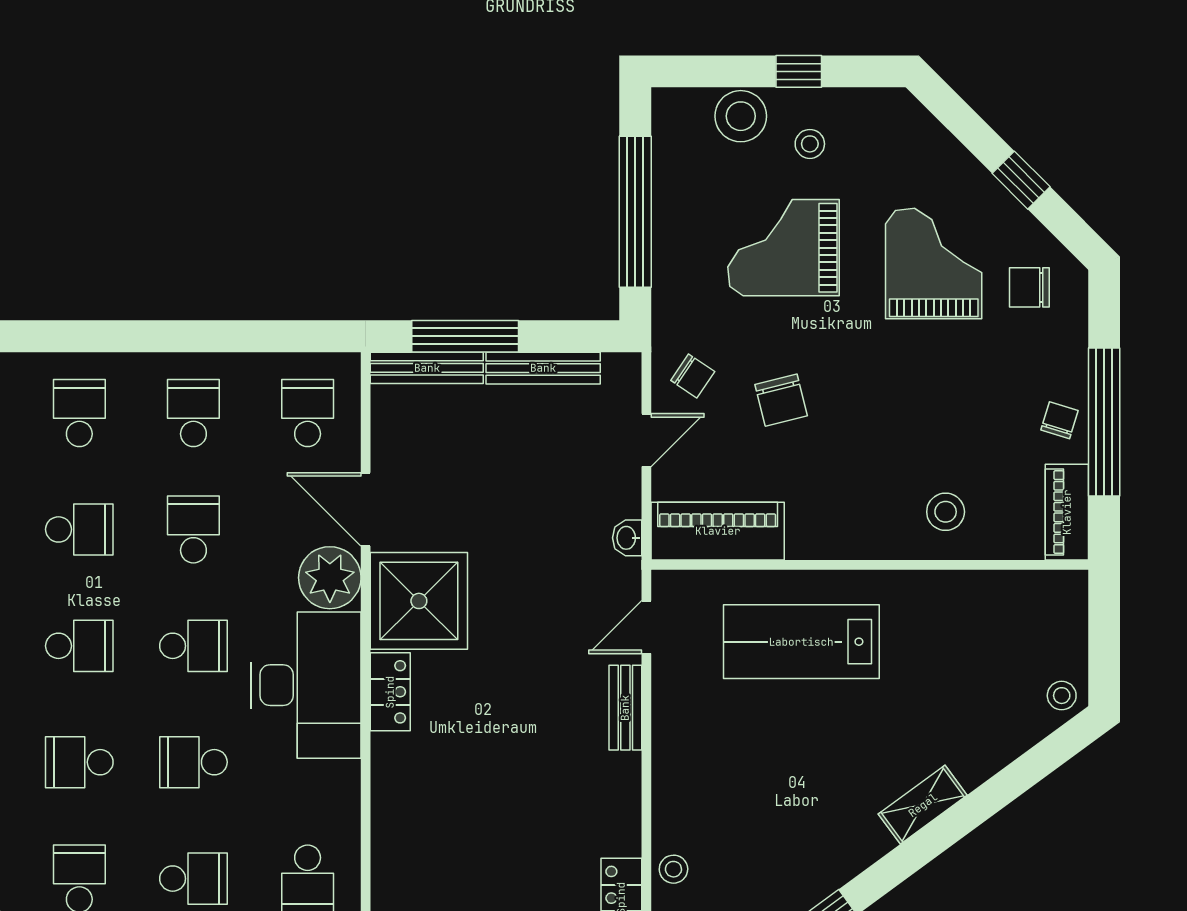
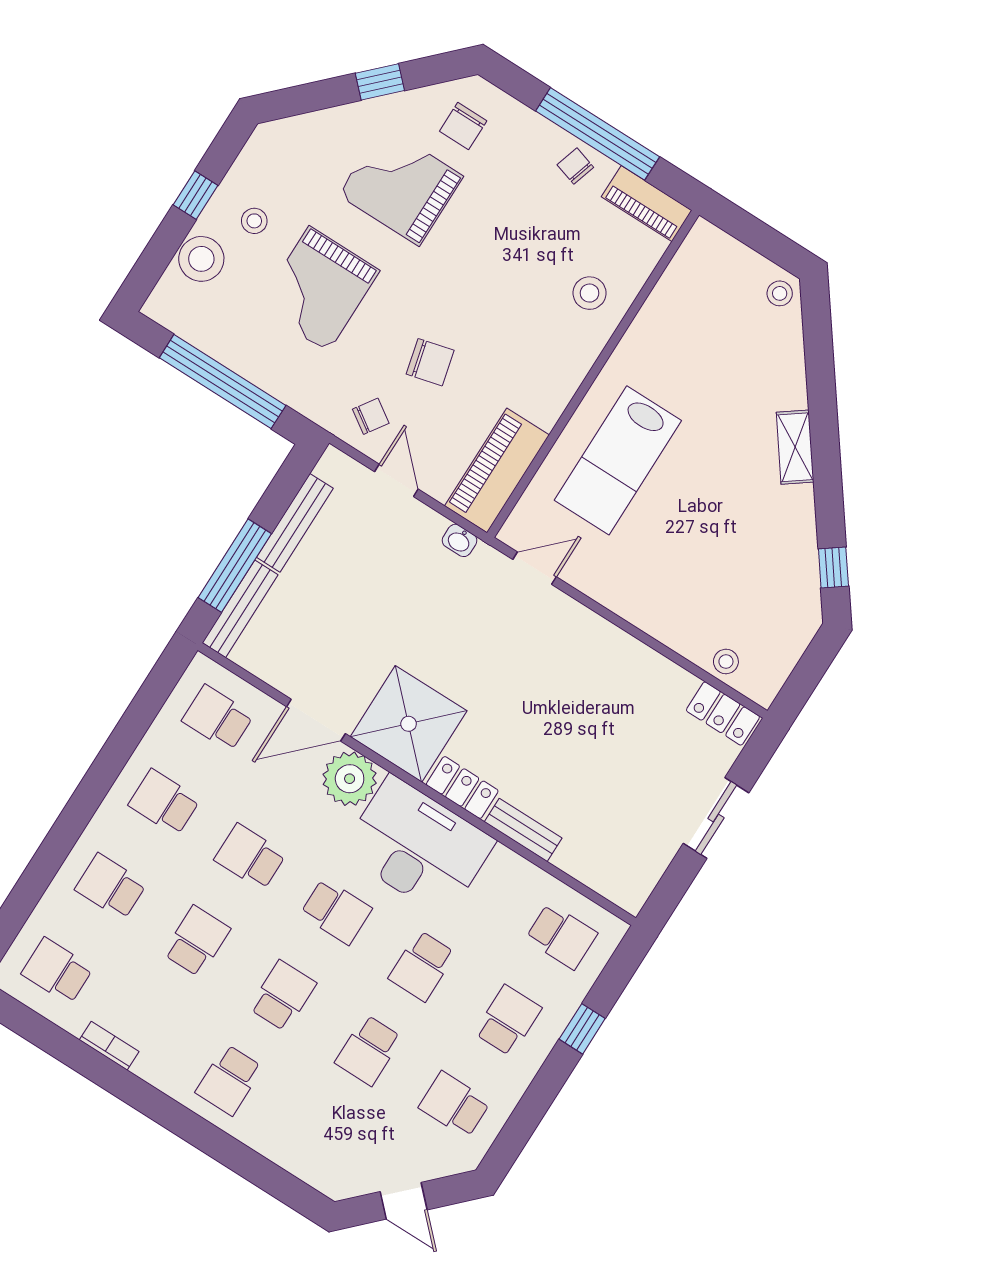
door: (646, 627) -> (535, 568), swing flipped
school desk: (193, 646) -> (336, 911), turned 90
bench: (625, 708) -> (523, 830), moved

